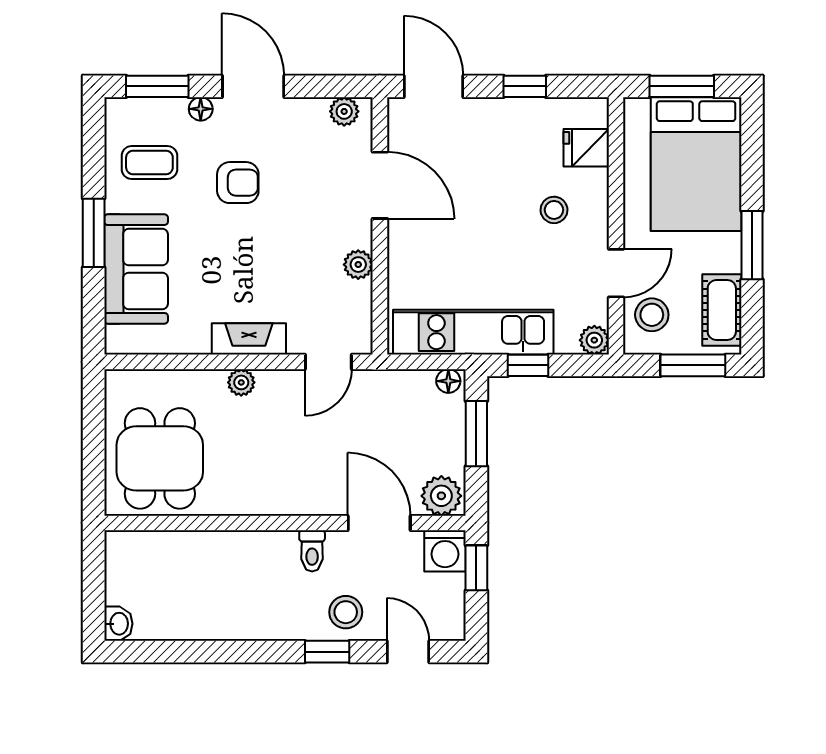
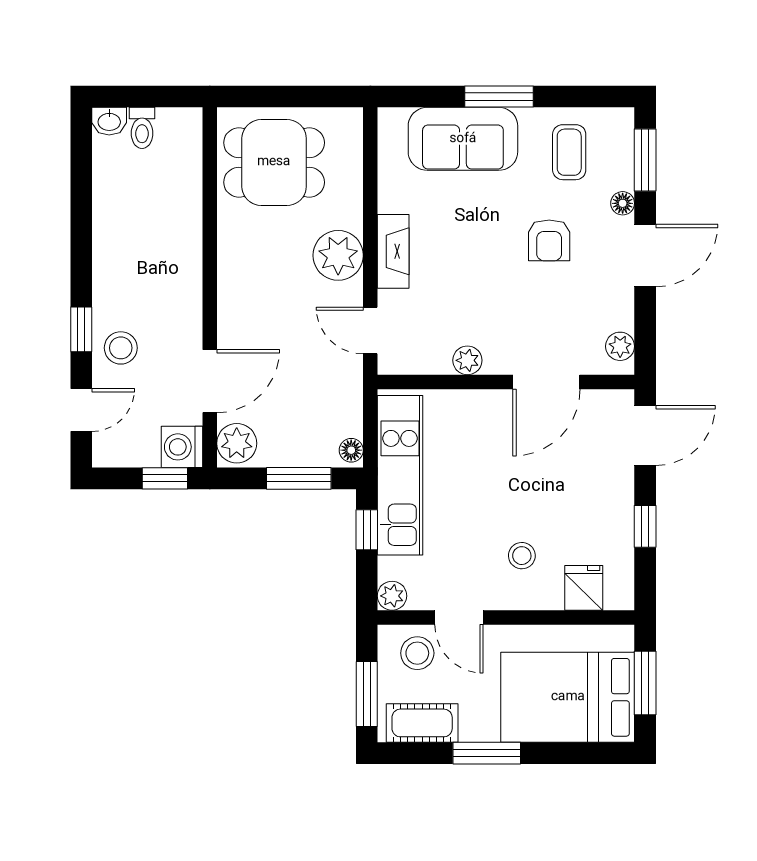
plant: (241, 382) -> (338, 255), width x1.87, depth x1.87
toilet: (312, 551) -> (142, 128), moved, turned -90

